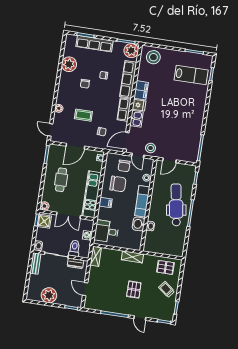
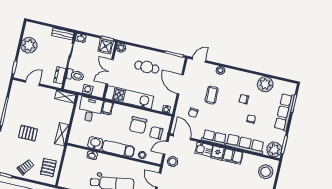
filing cabinet: (106, 202) -> (107, 108), moved

